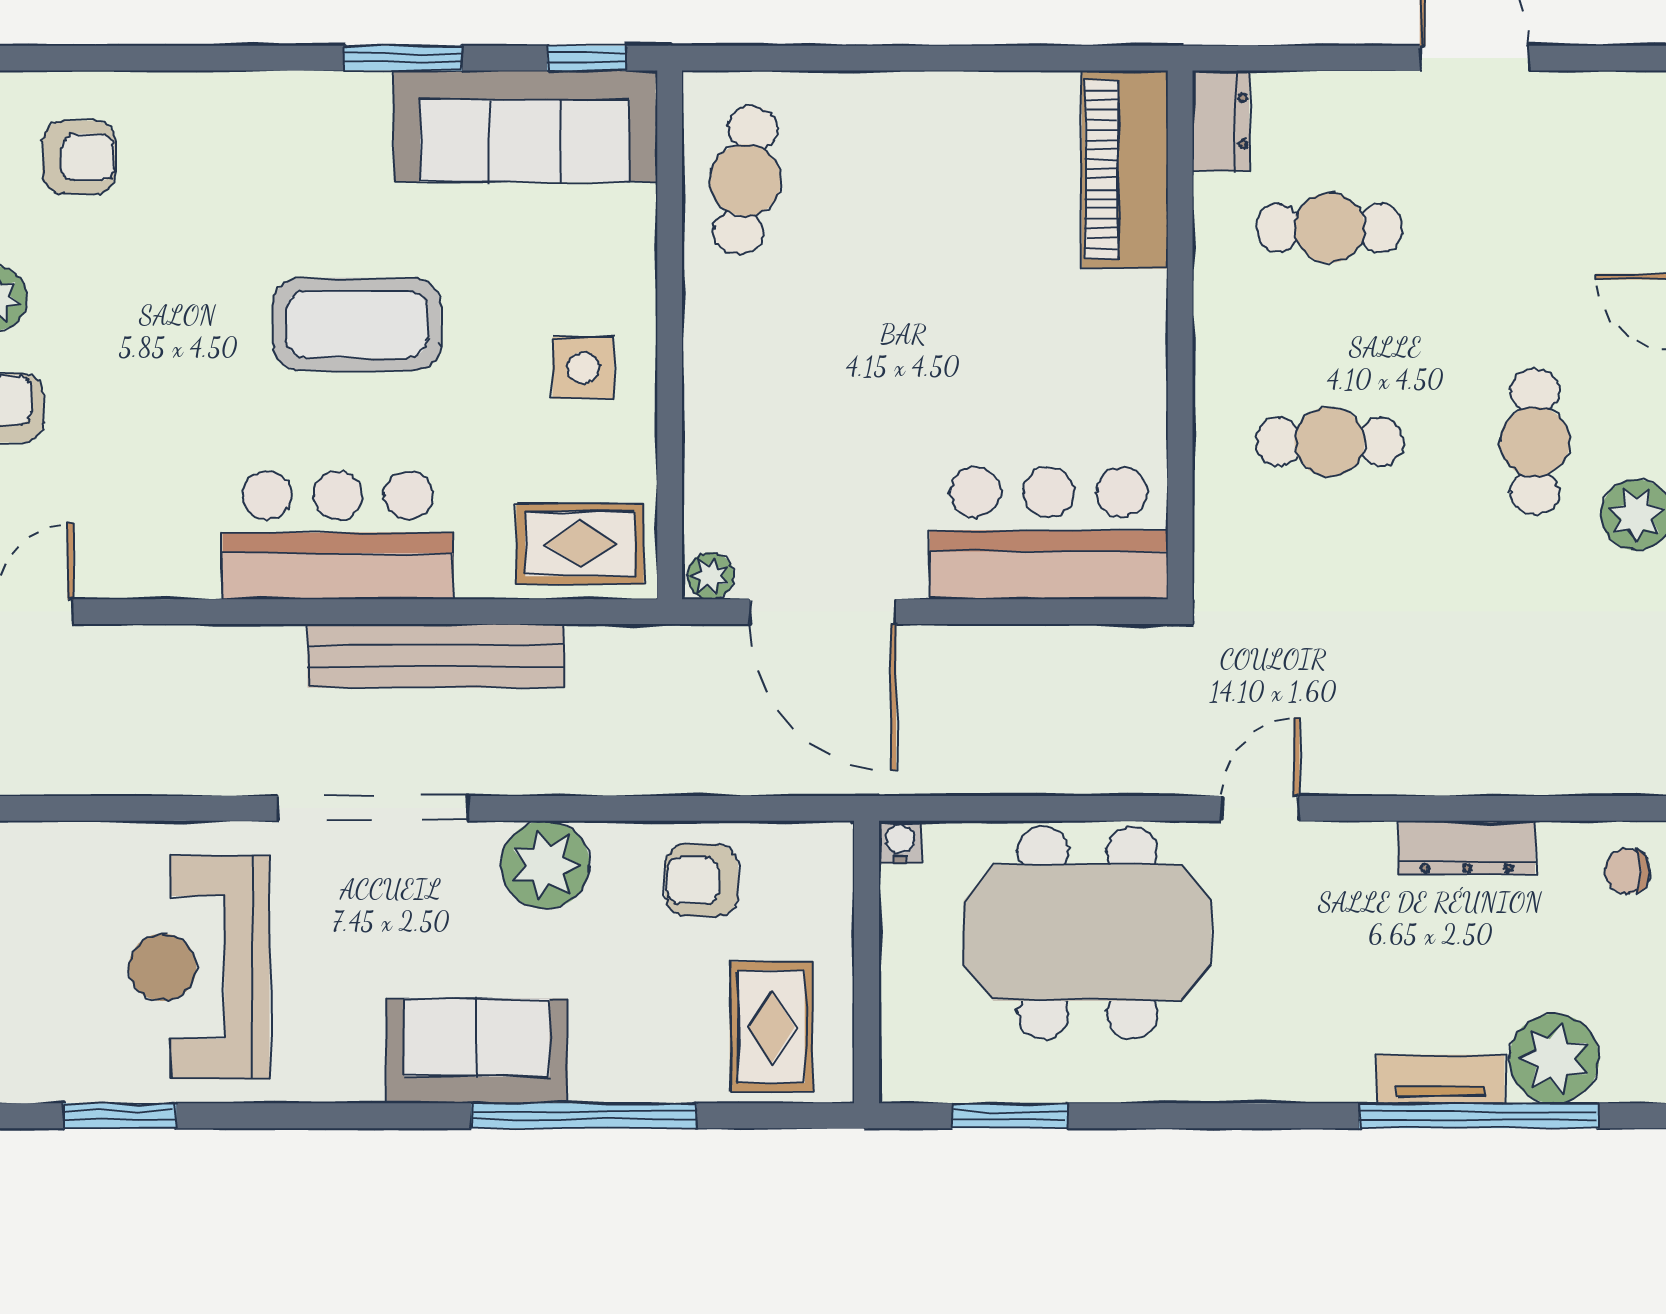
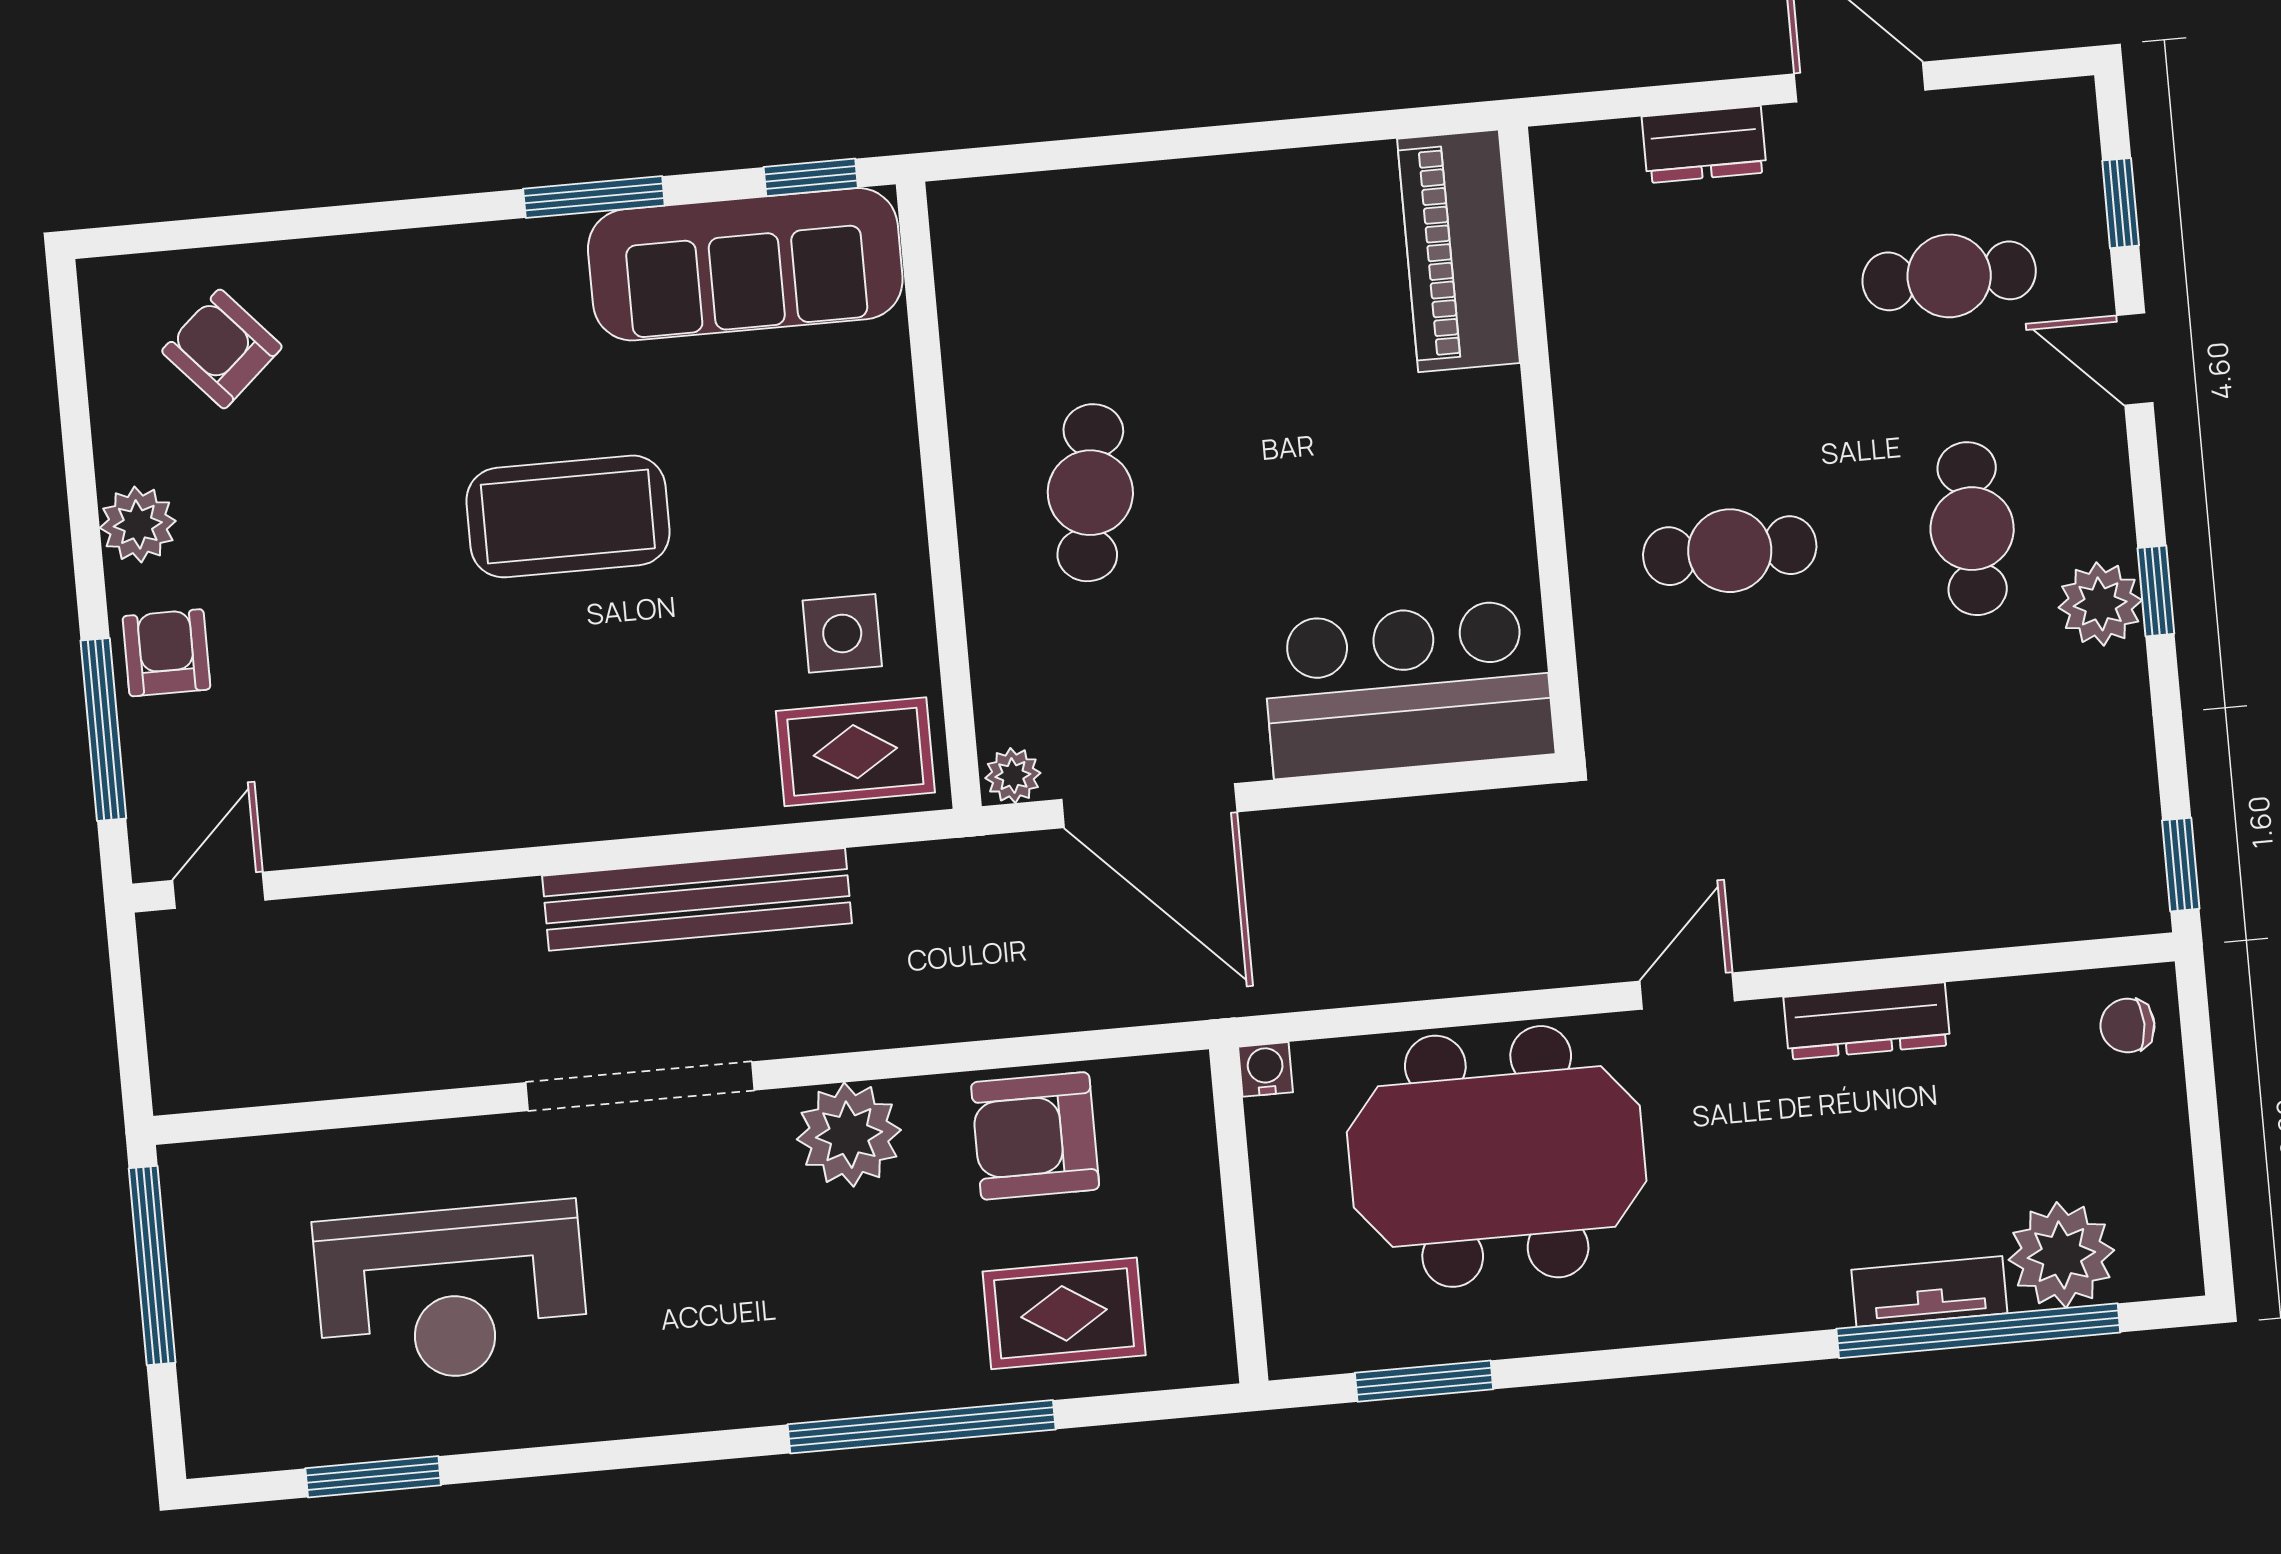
dresser: (1221, 121) -> (1704, 144), moved, turned 90
armchair: (79, 157) -> (222, 349), turned -132
cafe table: (745, 180) -> (1090, 493), moved
cafe table: (1330, 228) -> (1949, 276), moved
side table: (583, 368) -> (842, 633), moved
bar counter: (338, 535) -> (569, 768), removed
dresser: (1467, 847) -> (1867, 1021), moved
armchair: (702, 880) -> (1035, 1136), width x1.38, depth x1.38
reception desk: (199, 967) -> (451, 1293), turned -90
rug: (771, 1027) -> (1064, 1313), moved, turned 90
sofa: (477, 1051) -> (788, 1362), removed

